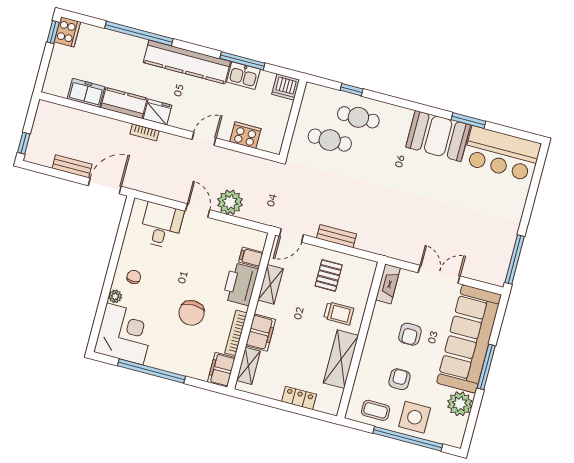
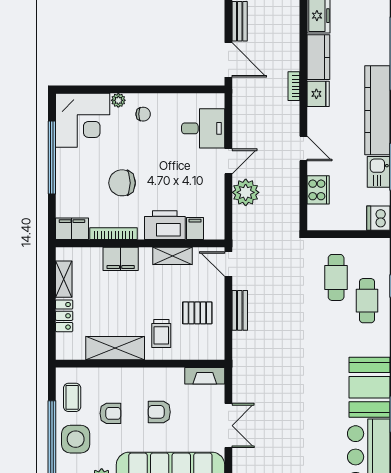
shelving: (248, 366) -> (64, 279), moved, turned 90

